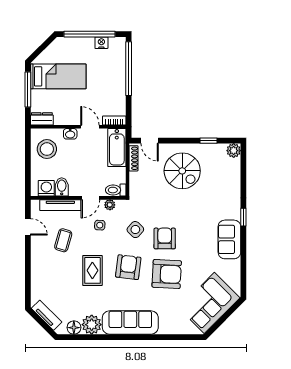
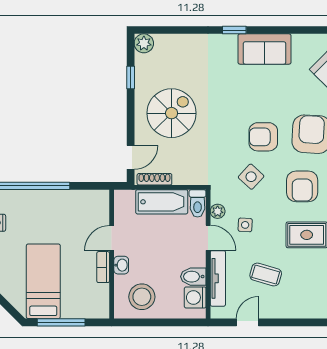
dresser: (42, 119) -> (101, 304), removed
bookcase: (114, 121) -> (103, 267), moved
bathtub: (117, 148) -> (162, 202), moved
armchair: (128, 267) -> (302, 186), turned -97

